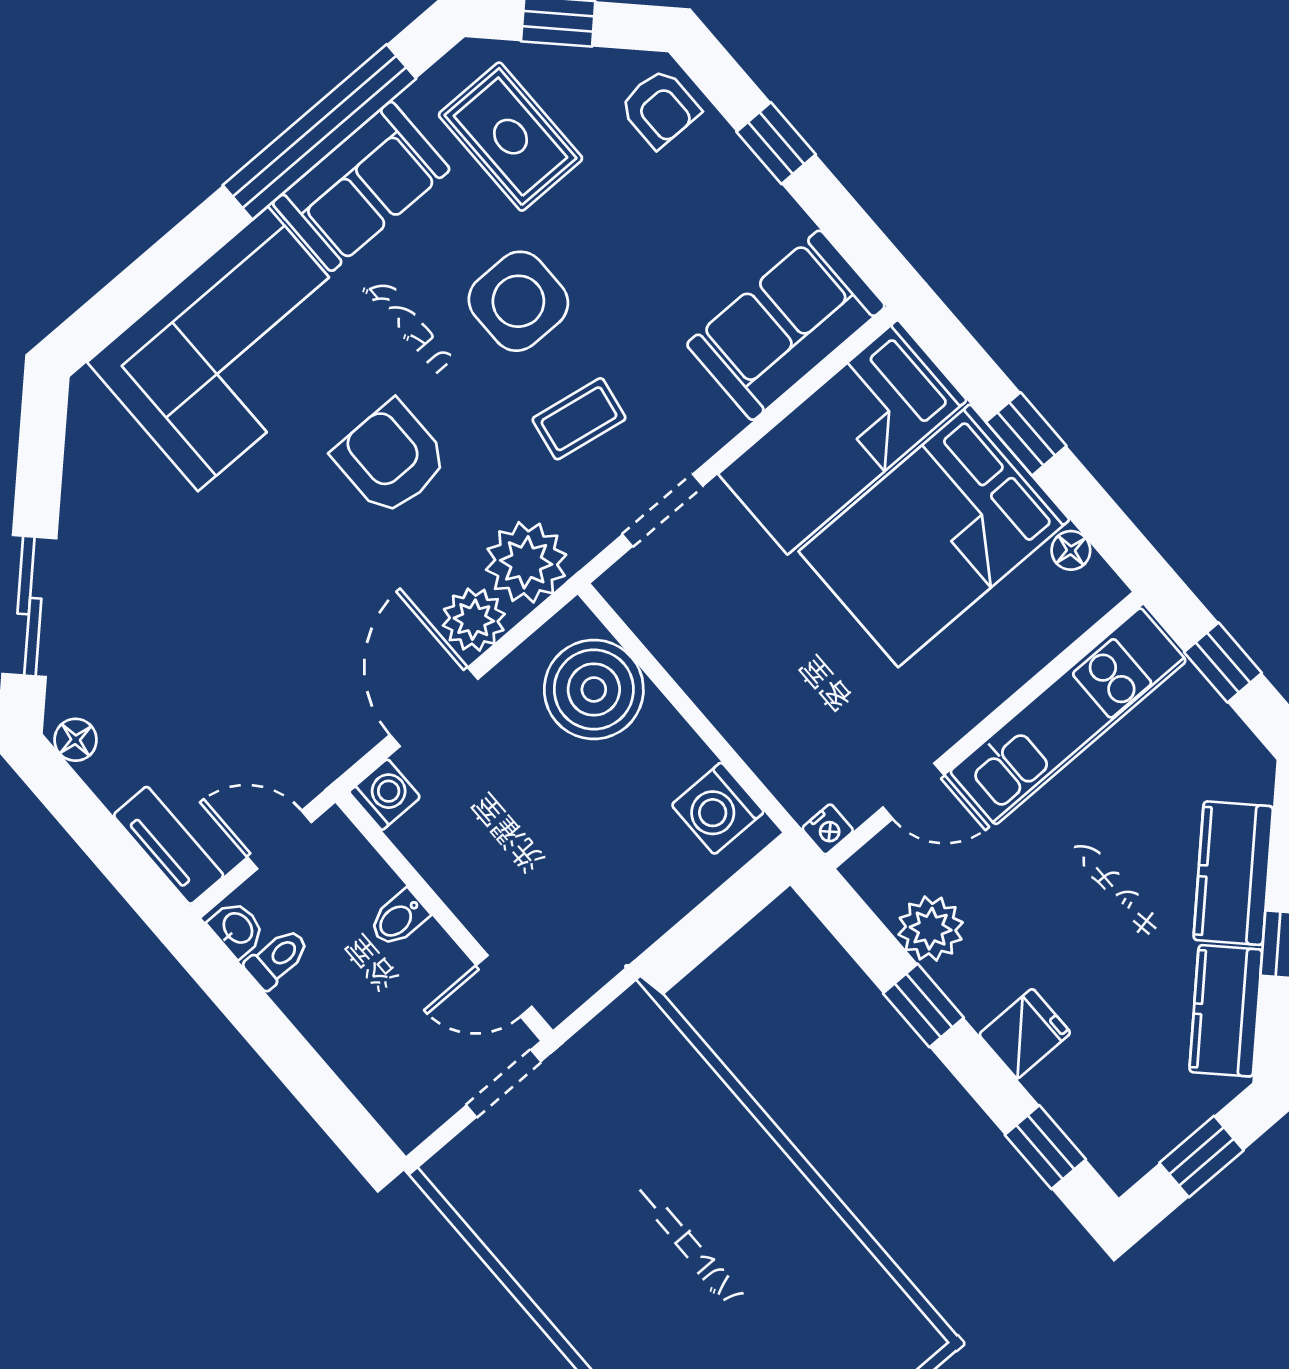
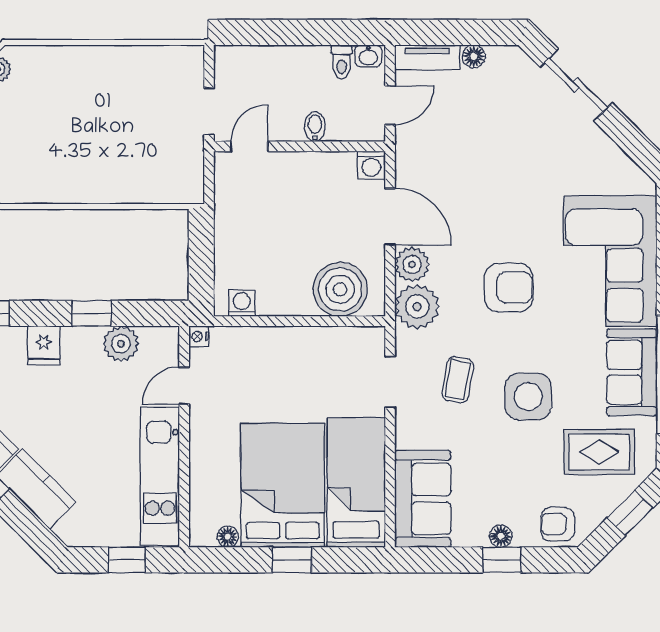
floor lamp: (745, 173) -> (501, 536), added
floor lamp: (76, 740) -> (474, 56), moved
washing machine: (718, 808) -> (242, 303), width x0.73, depth x0.73

